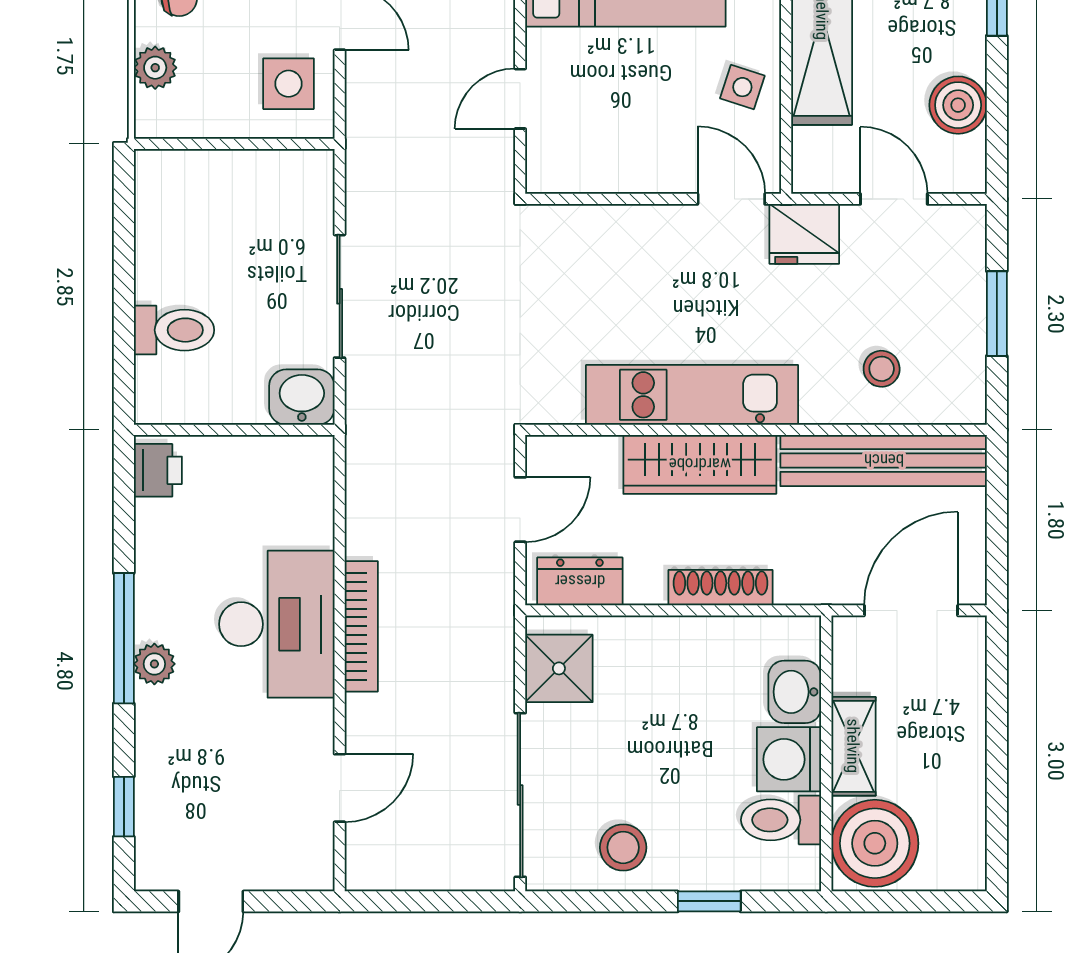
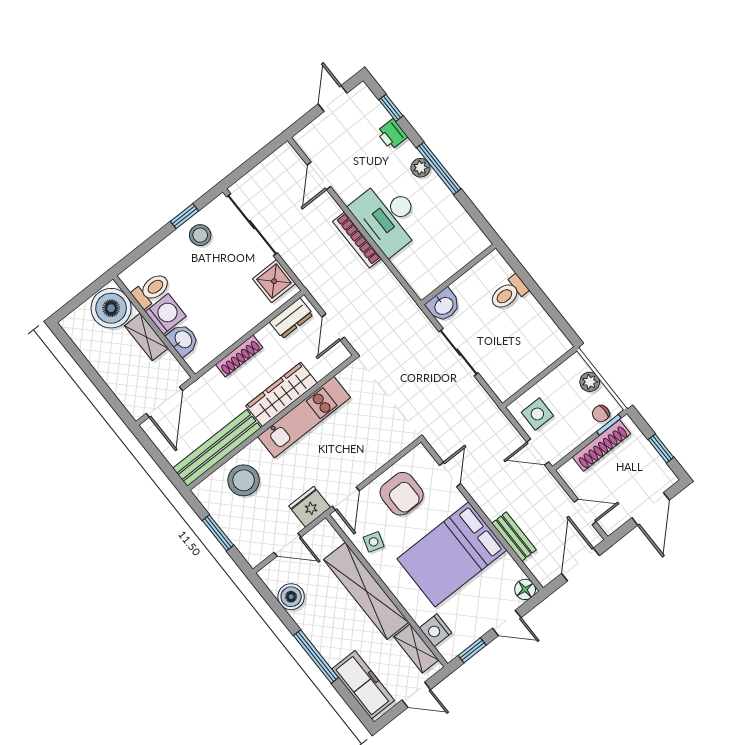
armchair: (629, 131) -> (402, 494), added
door: (731, 199) -> (346, 499), hinge flipped
stool: (882, 369) -> (244, 480), width x1.89, depth x1.89
printer: (158, 470) -> (392, 134), moved
window: (709, 901) -> (184, 216), moved

